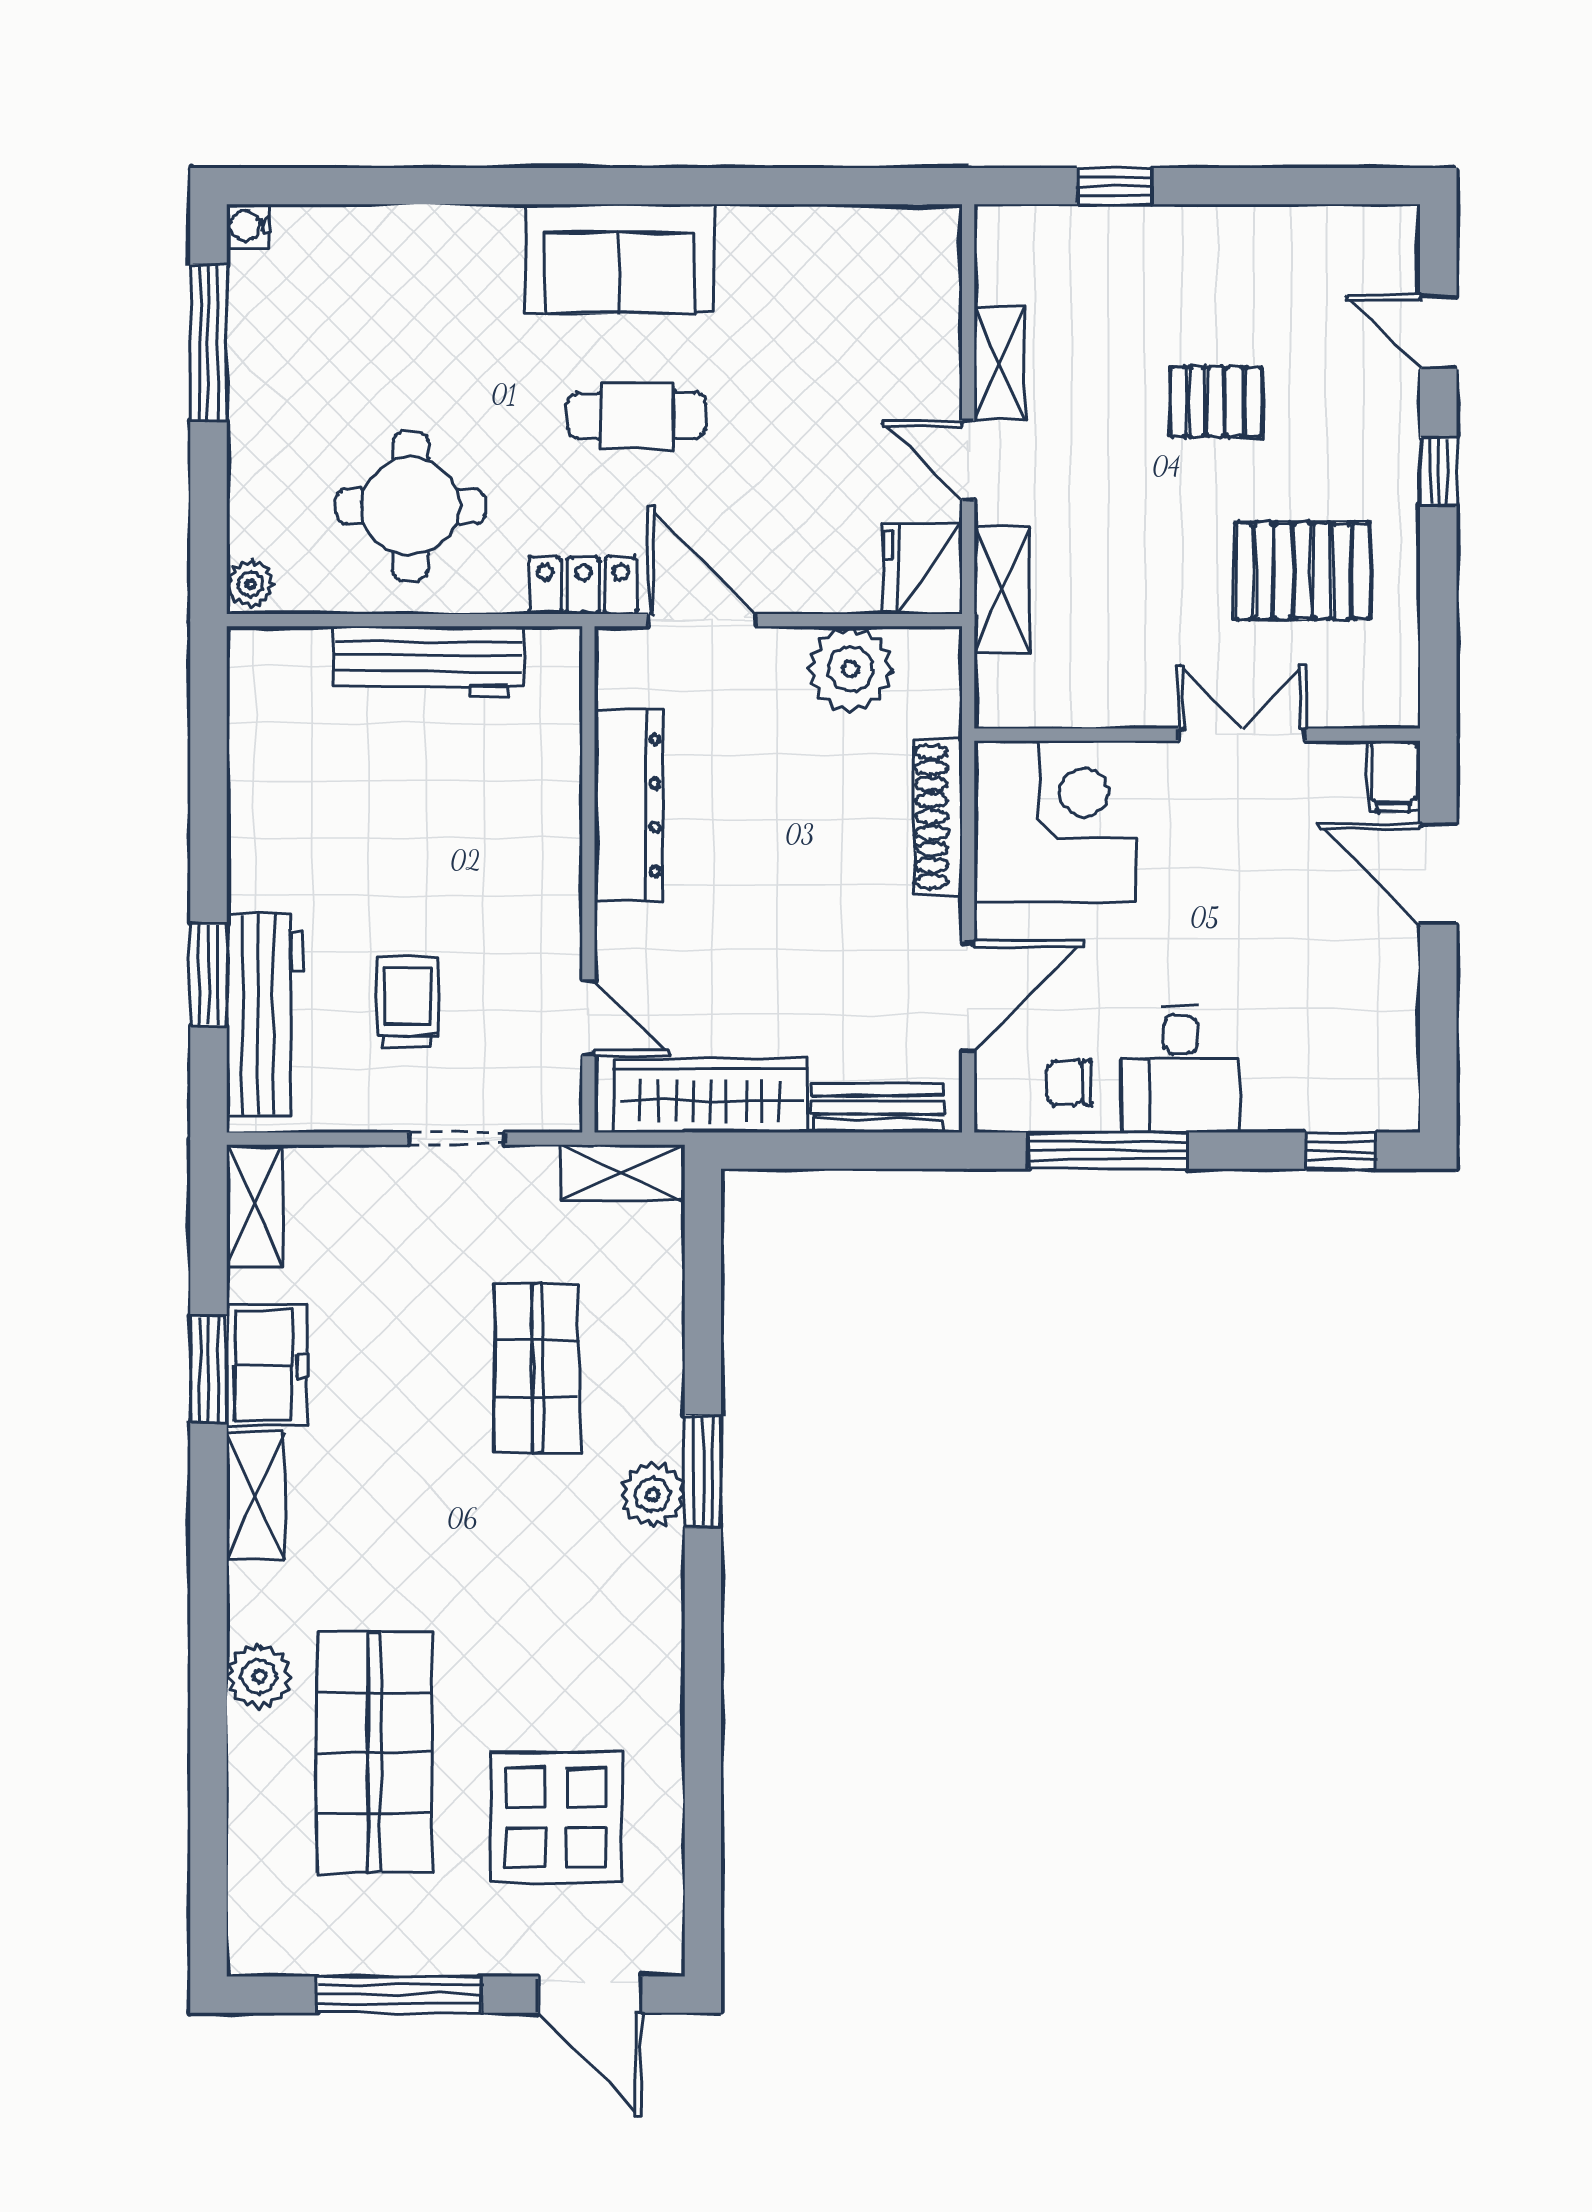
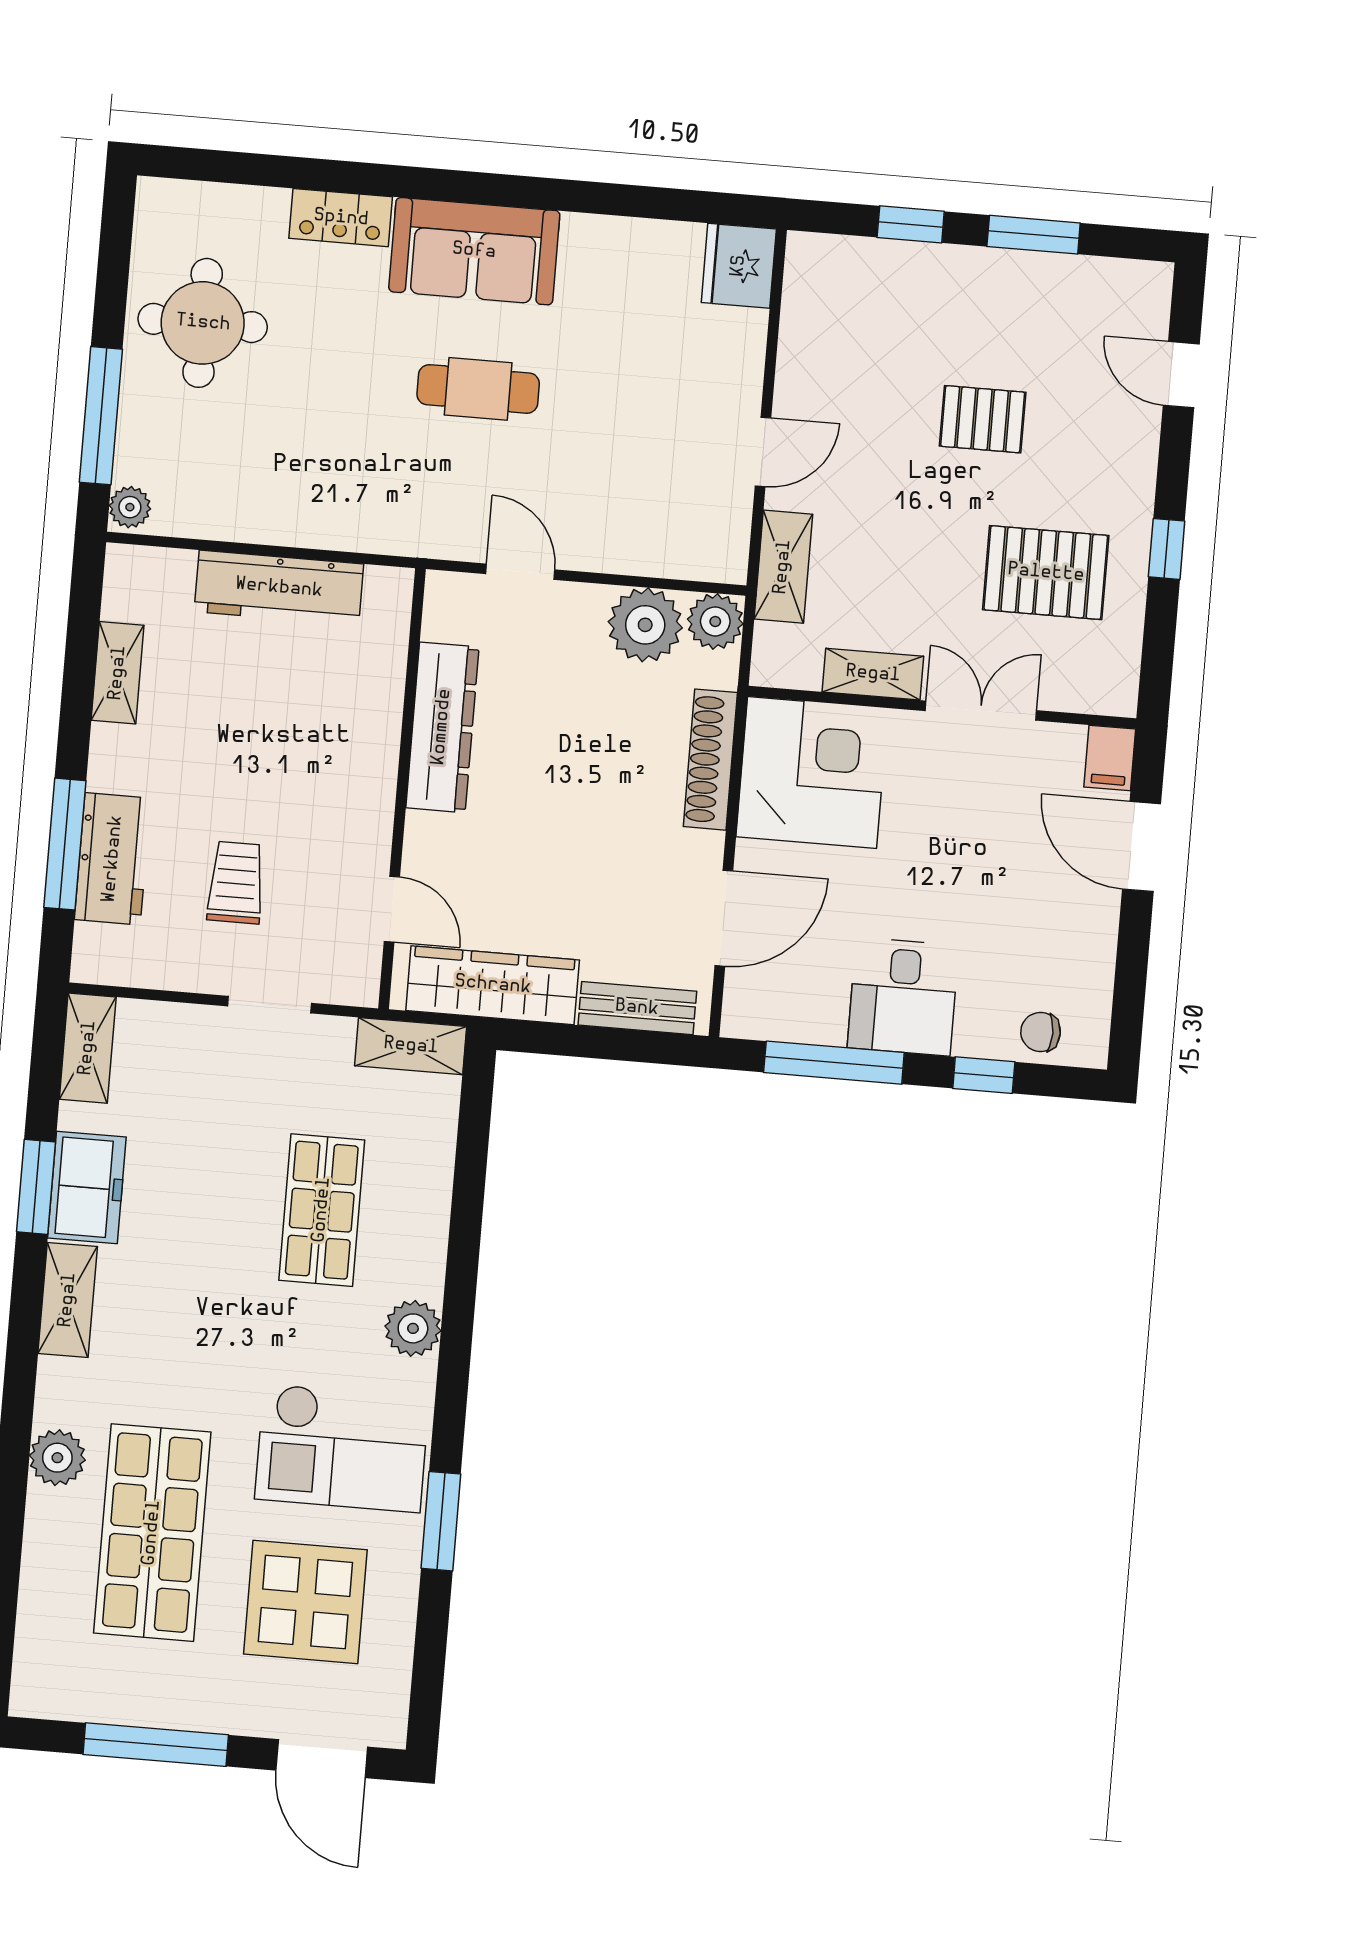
window: (1256, 186) -> (1034, 235), added
water cooler: (248, 226) -> (154, 196), removed
window: (209, 343) -> (101, 416), moved
shelving: (999, 364) -> (873, 674), moved, turned 90
door: (968, 460) -> (763, 452), swing flipped
window: (1438, 471) -> (1167, 549), moved
round table: (410, 506) -> (203, 323), moved
fridge: (923, 568) -> (739, 266), moved
locker: (583, 585) -> (341, 218), moved, turned 180
door: (702, 620) -> (520, 572), width x0.73
plant: (930, 658) -> (715, 621), added
shelving: (252, 774) -> (118, 673), added
window: (209, 975) -> (65, 844), width x1.44
workbench: (264, 1015) -> (113, 859), width x0.73
chair: (1069, 1083) -> (1041, 1032), moved
window: (1341, 1151) -> (984, 1075), moved
window: (703, 1471) -> (441, 1521), moved
checkout: (583, 1638) -> (342, 1448), added

